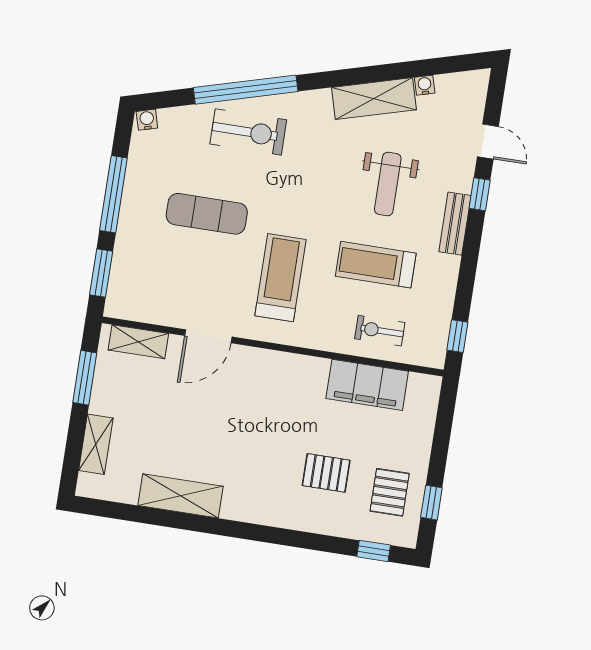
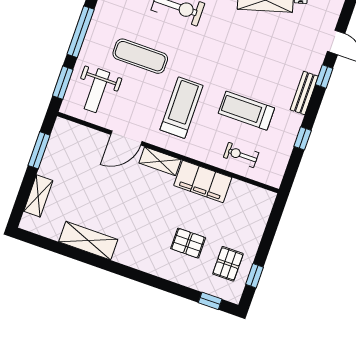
weight bench: (388, 184) -> (97, 91), moved
window: (457, 336) -> (303, 138), moved
shelving: (138, 342) -> (160, 161), moved
filing cabinet: (367, 385) -> (203, 181), moved

